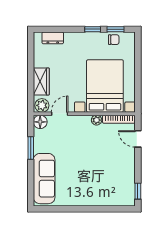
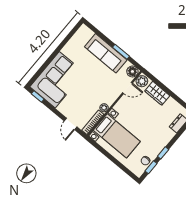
bed with nightstands: (105, 86) -> (117, 136), width x0.73
door: (60, 114) -> (127, 88), hinge flipped
door: (138, 139) -> (70, 124), swing flipped
sofa: (44, 179) -> (106, 53), moved
corner sofa: (107, 186) -> (57, 80), added

